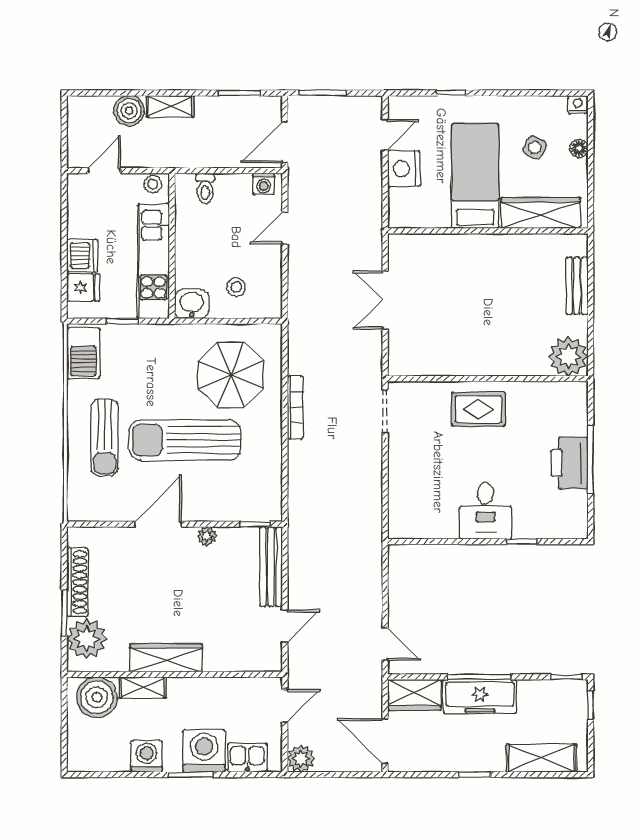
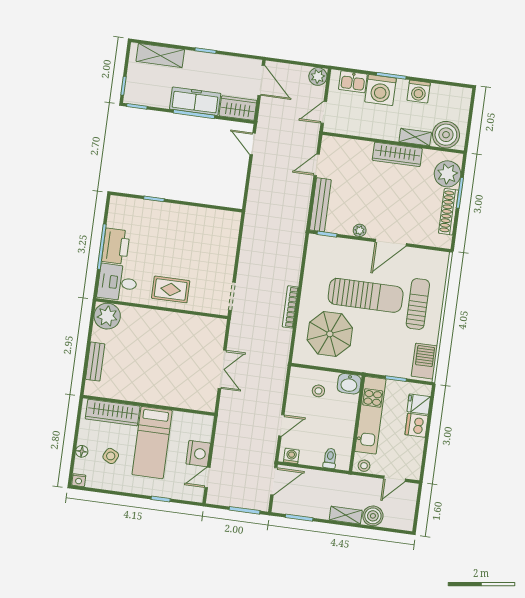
desk: (485, 511) -> (117, 283), moved, turned -90

